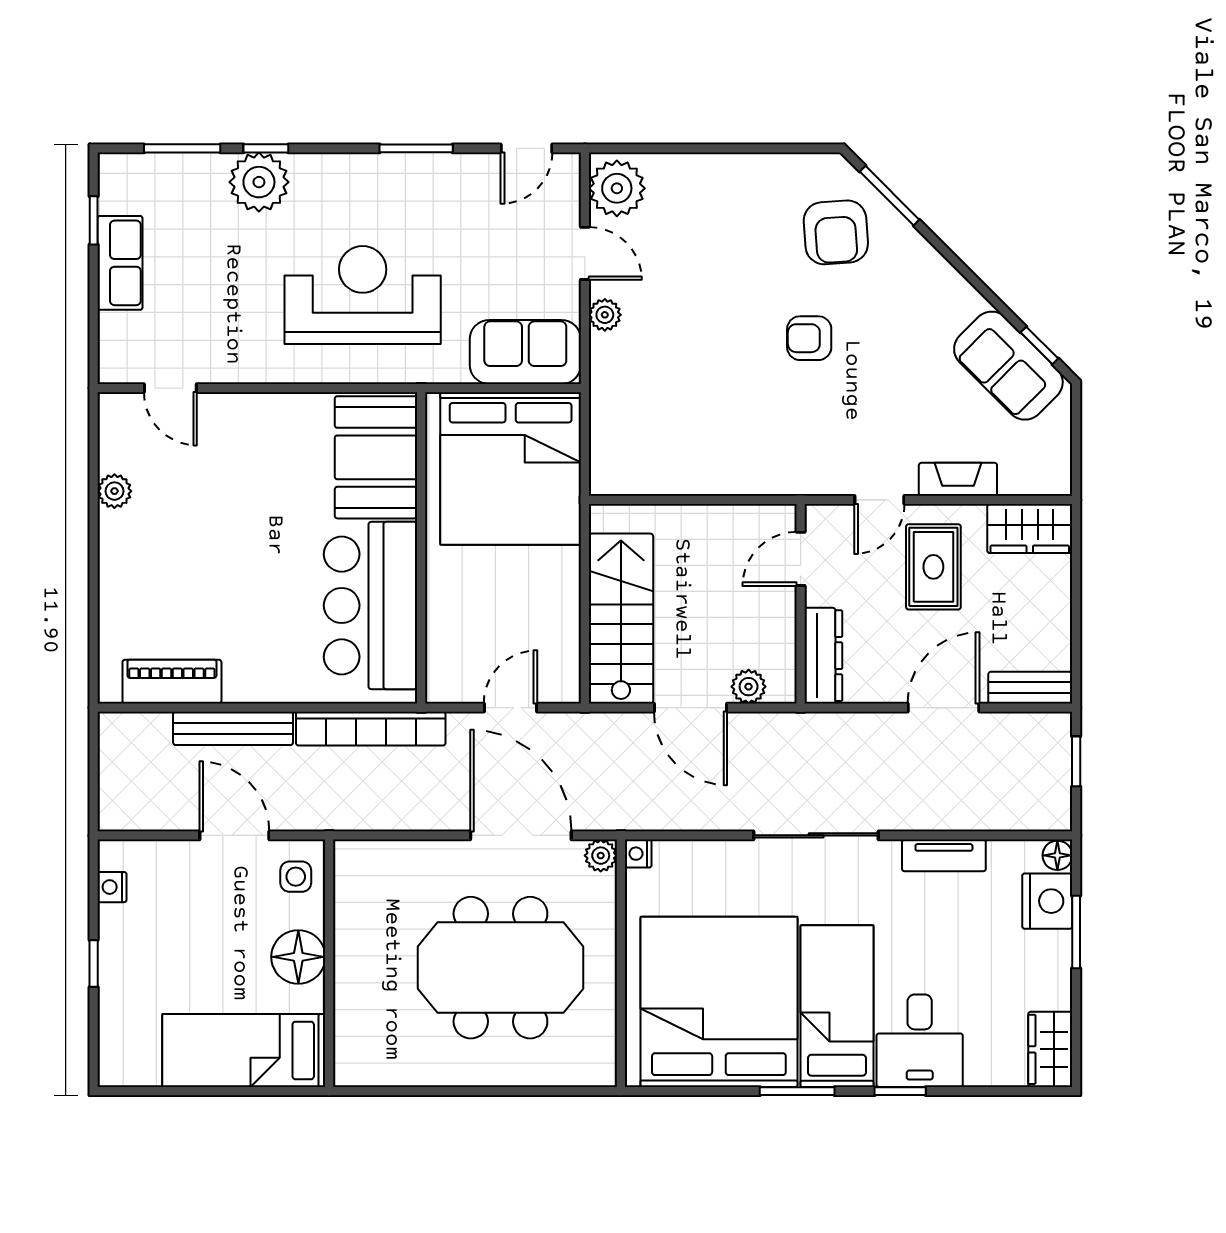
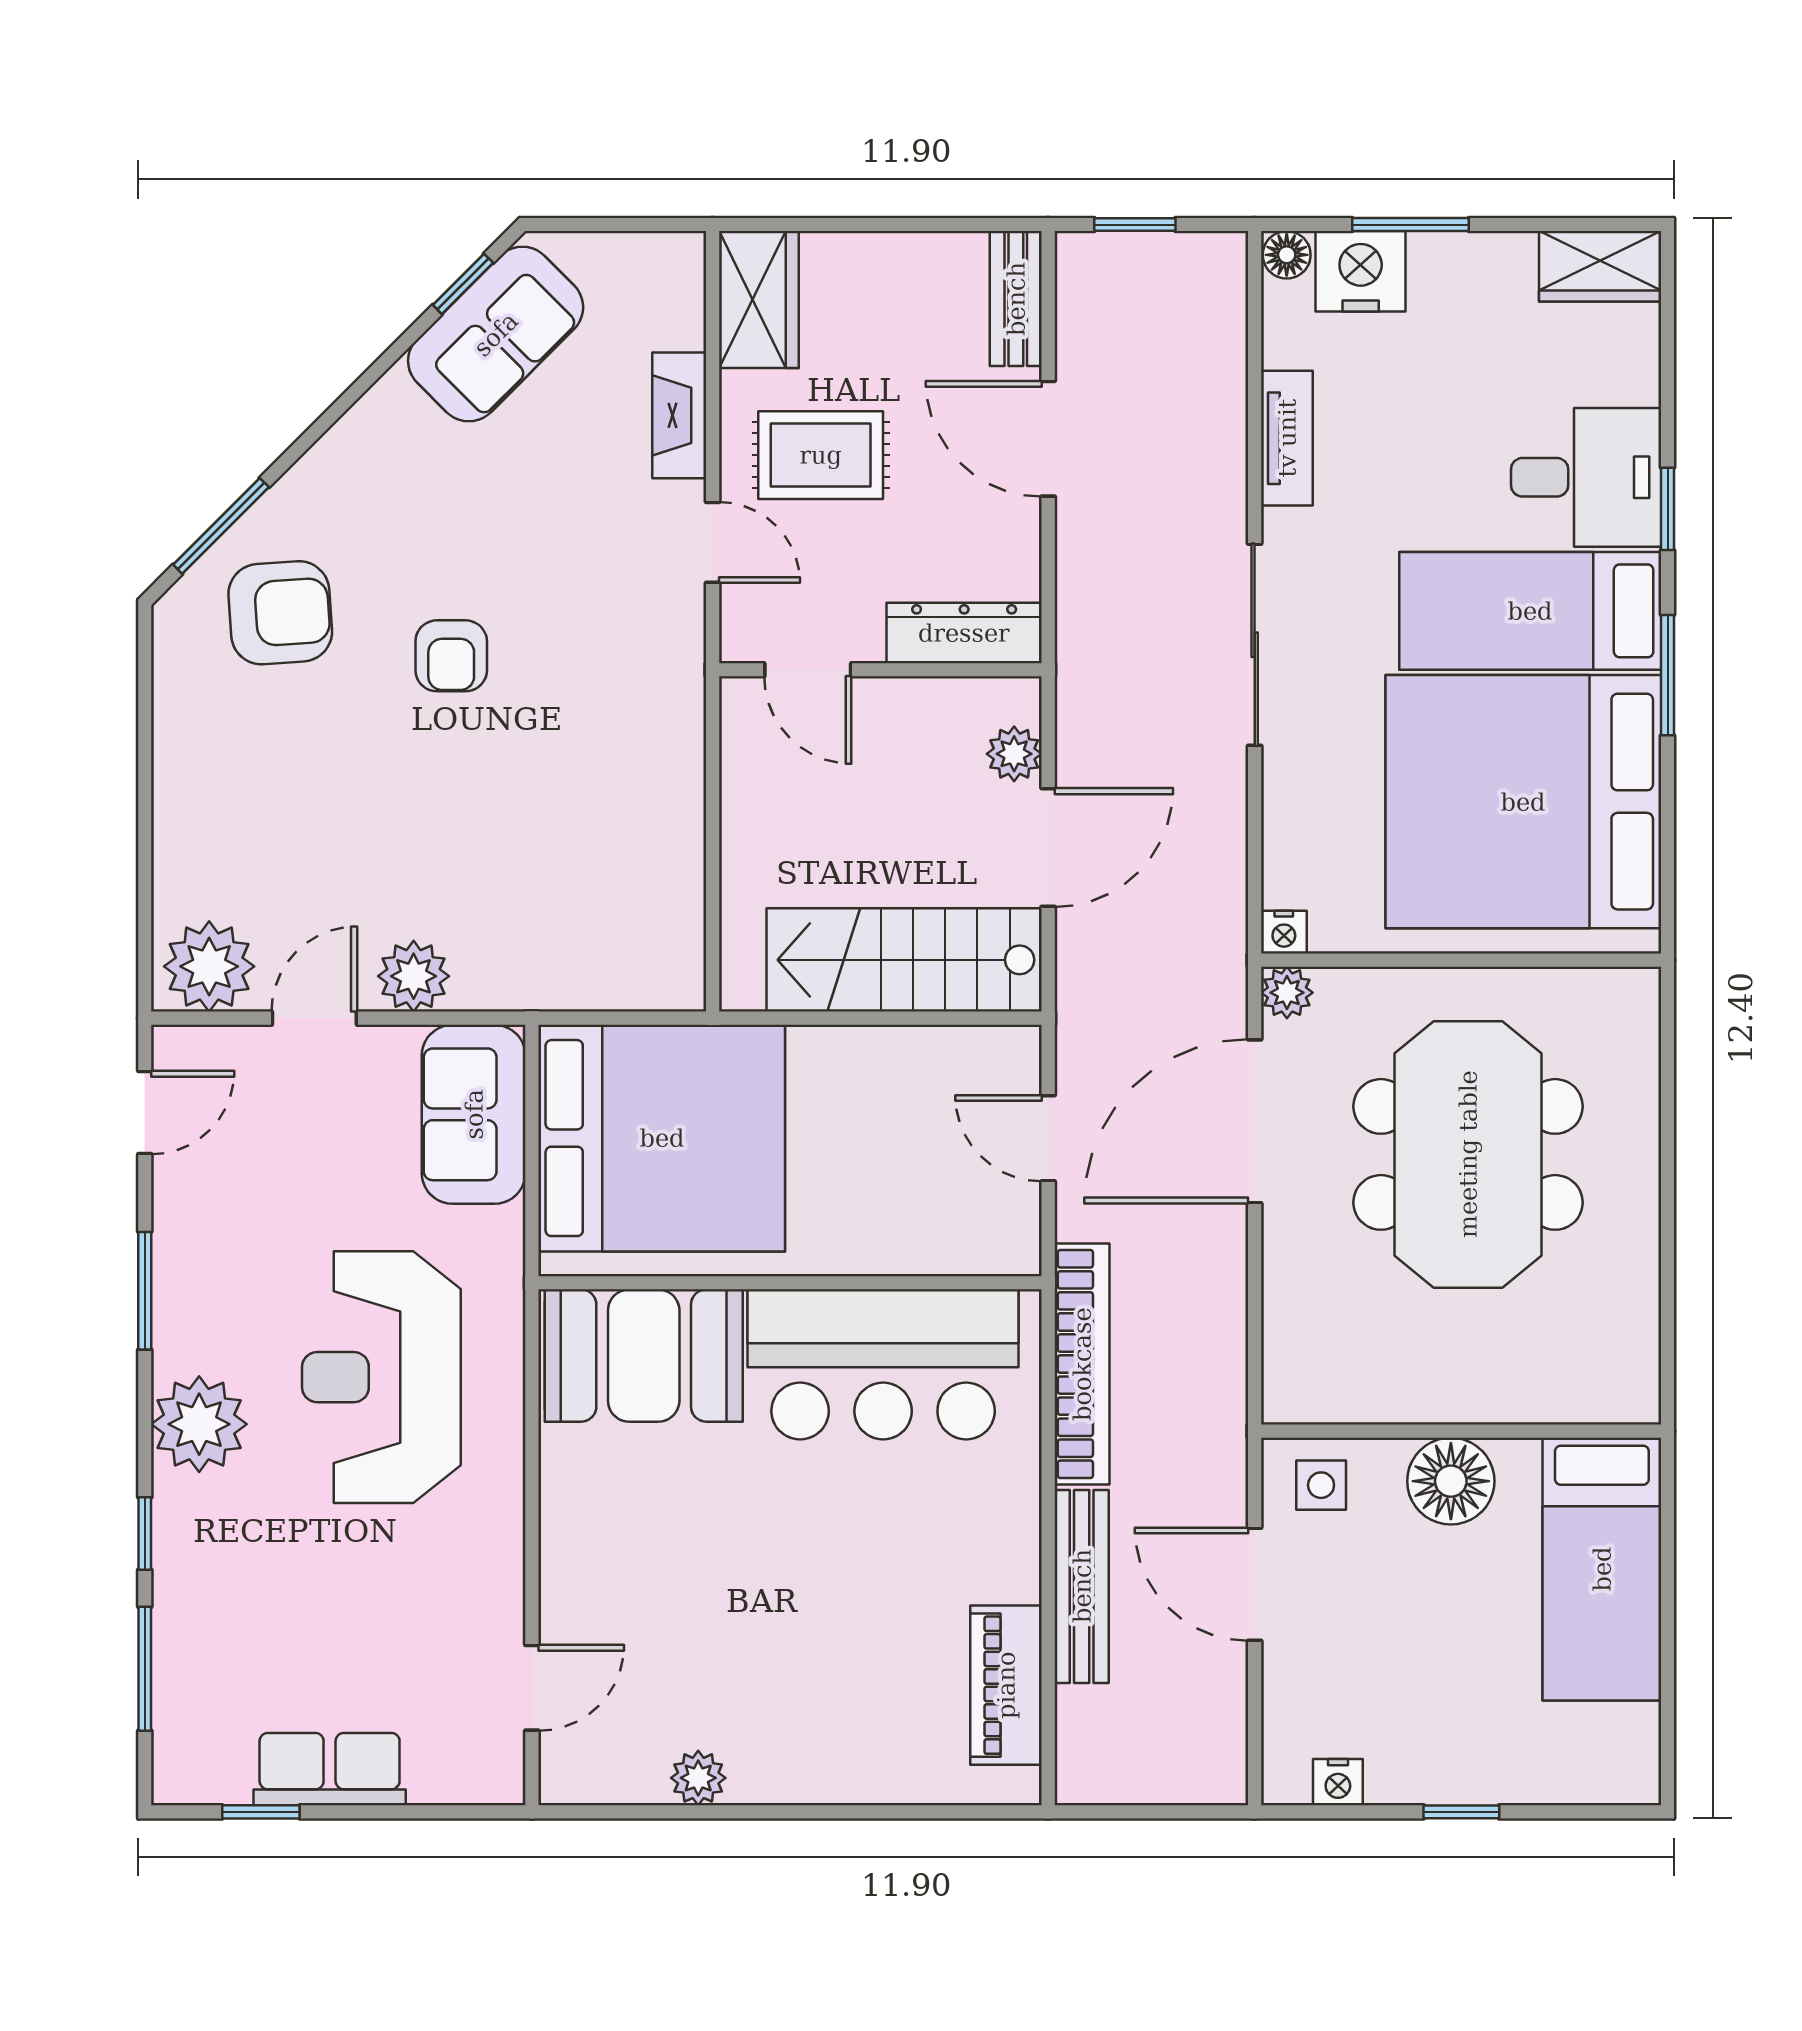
door: (526, 148) -> (145, 1112), hinge flipped
plant: (259, 182) -> (199, 1424), moved
plant: (605, 315) -> (414, 976), width x1.38, depth x1.38
door: (234, 835) -> (1255, 1584), hinge flipped

